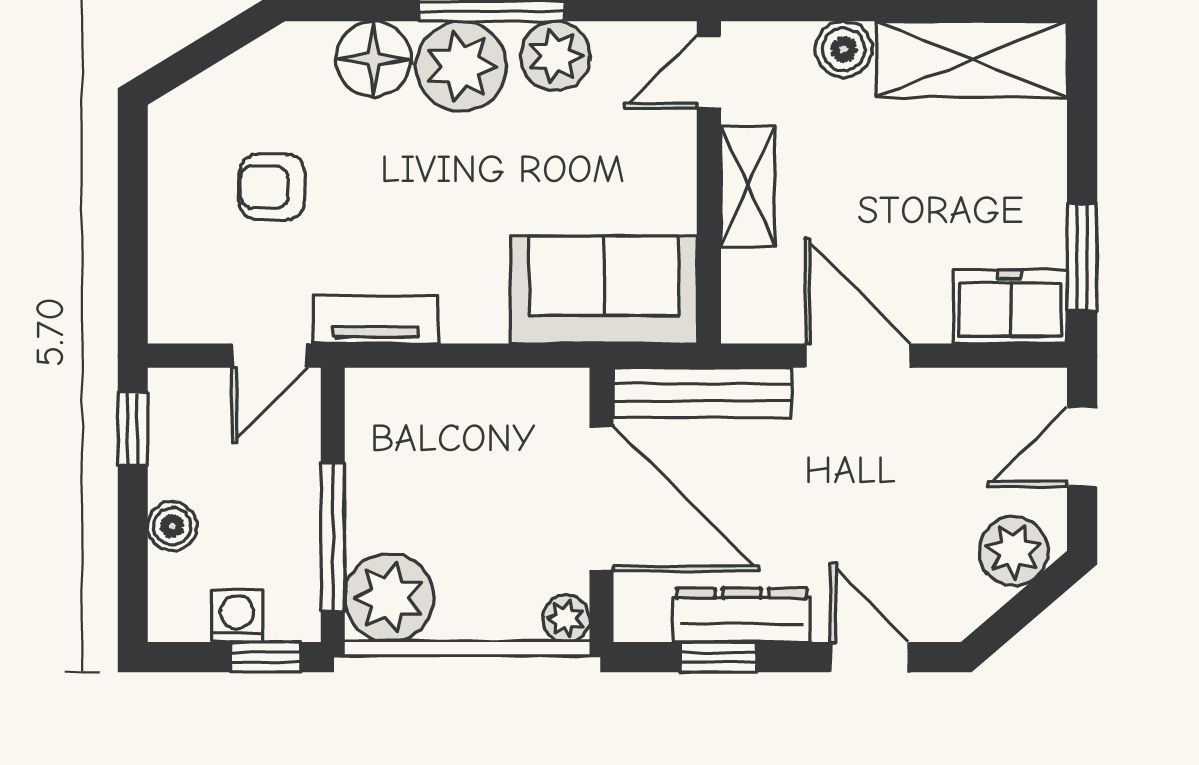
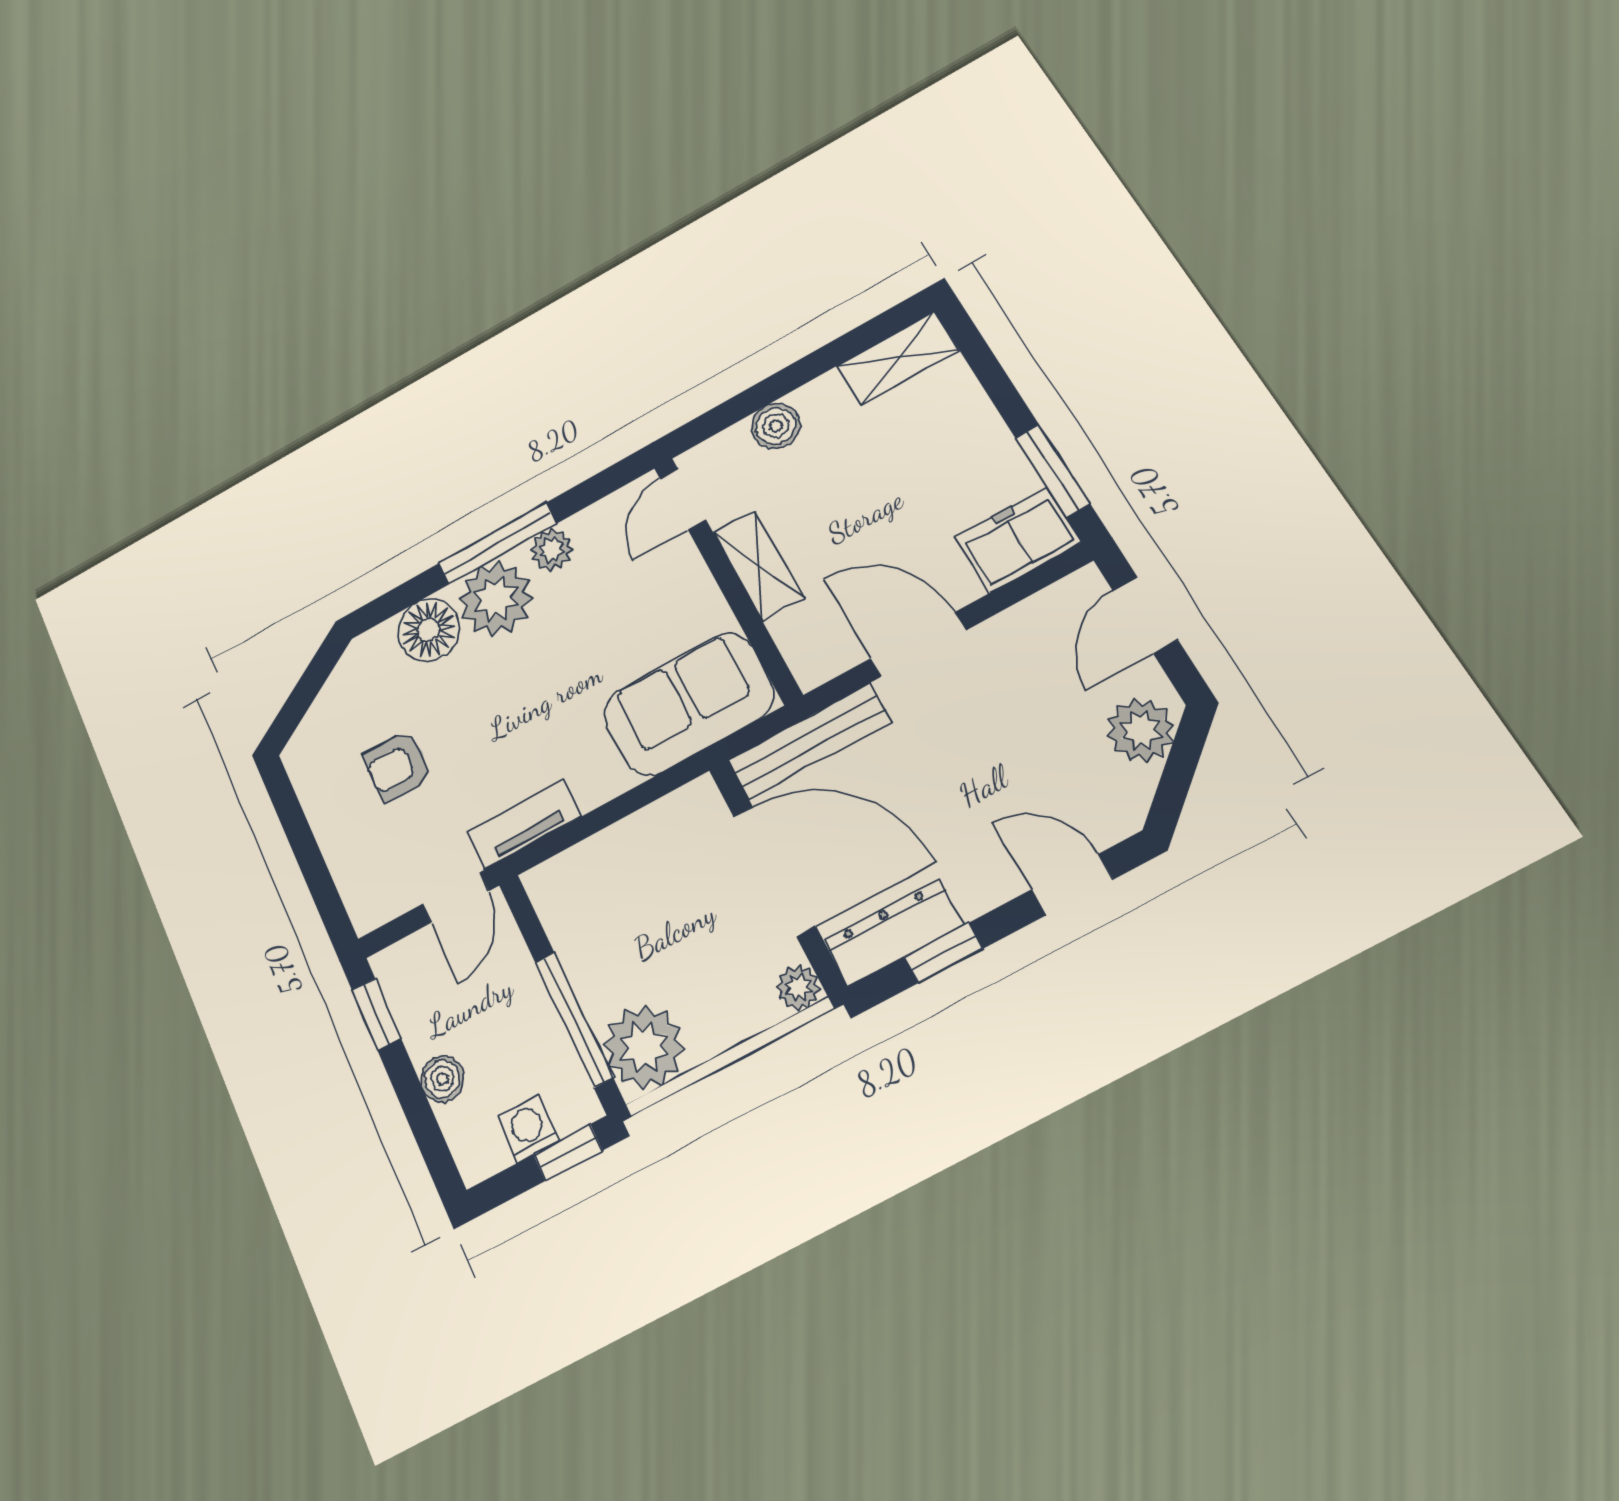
plant: (555, 56) -> (551, 550), width x0.73, depth x0.73
shelving: (972, 59) -> (898, 358), width x0.67, depth x0.75
dresser: (742, 615) -> (893, 933), moved

